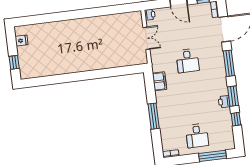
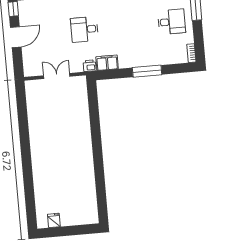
printer: (150, 15) -> (90, 66), moved
desk: (188, 61) -> (84, 29), turned 180
window: (14, 62) -> (79, 230), removed

